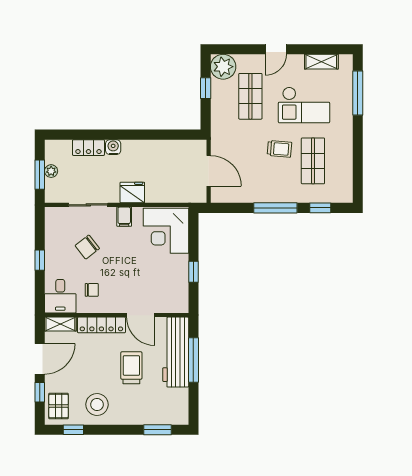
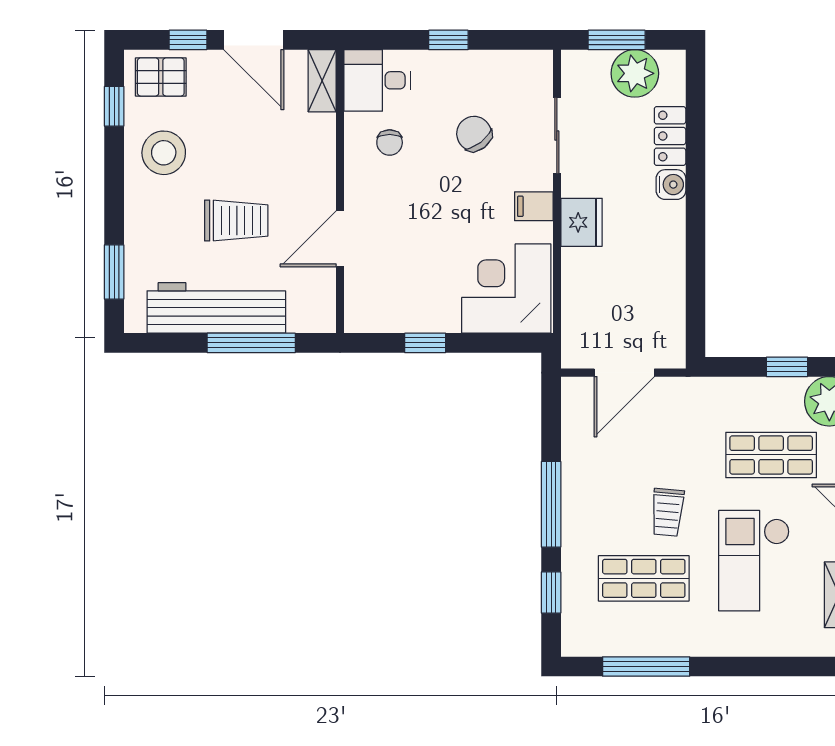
window: (358, 93) -> (646, 667), moved
plant: (51, 171) -> (635, 73), width x1.88, depth x1.88
locker: (101, 325) -> (321, 161), removed
workbench: (176, 352) -> (216, 308), moved

